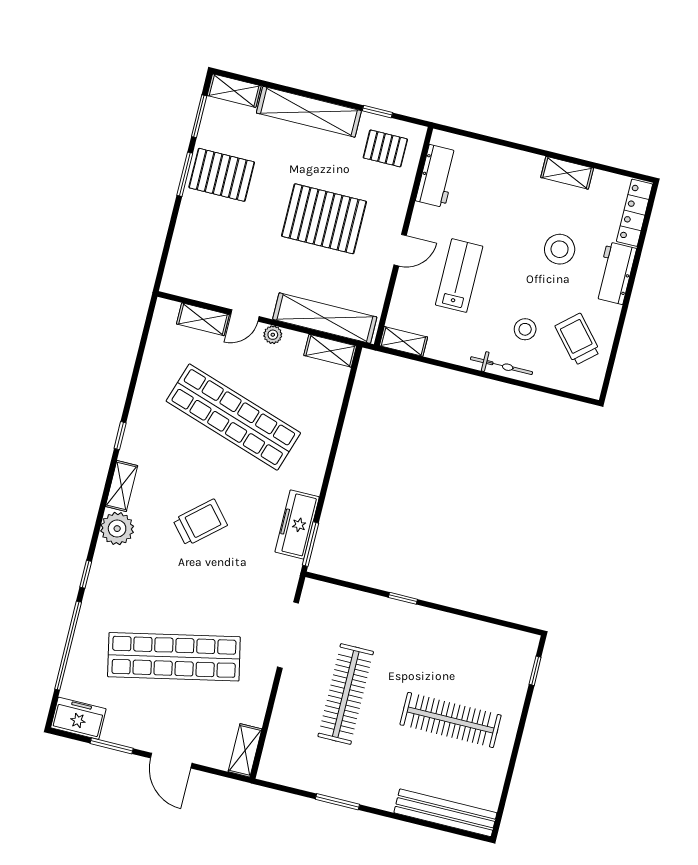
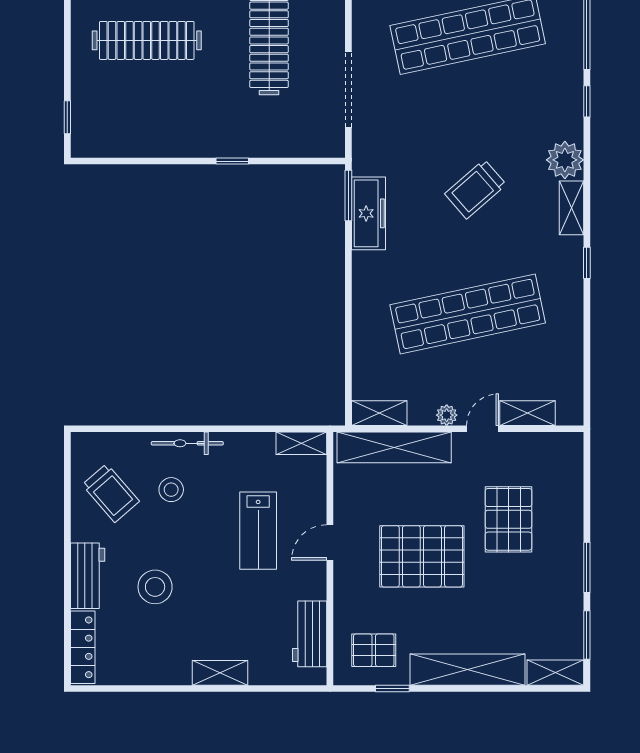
shelving: (567, 173) -> (220, 673), moved
pallet: (222, 175) -> (508, 519), moved, turned 90
shop shelf: (233, 417) -> (468, 314), turned -30

